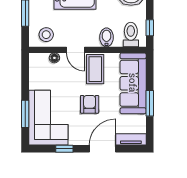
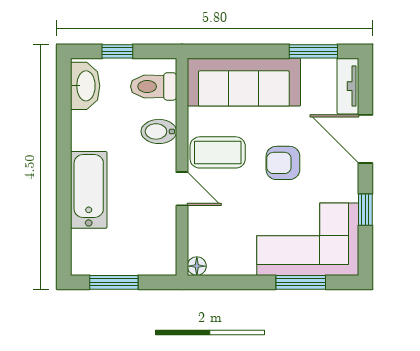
window: (150, 28) -> (117, 51), moved
stool: (46, 35) -> (154, 243), removed
door: (76, 50) -> (182, 189), hinge flipped
floor lamp: (54, 58) -> (197, 266), moved
window: (150, 103) -> (313, 51), moved

